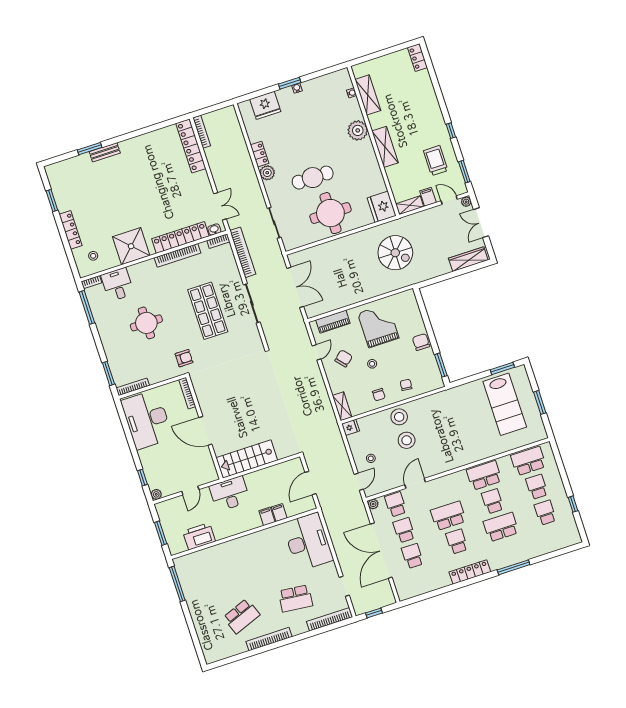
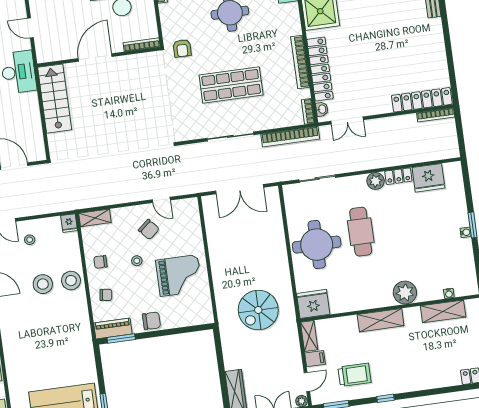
fridge: (265, 105) -> (428, 178), moved, turned -90
piano: (333, 322) -> (113, 328), moved, turned 90

